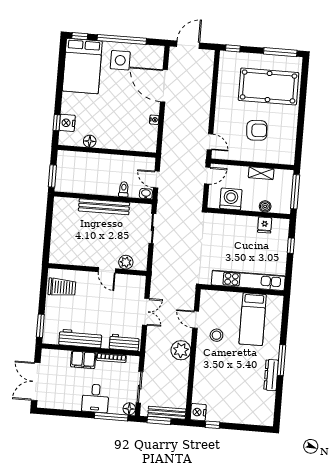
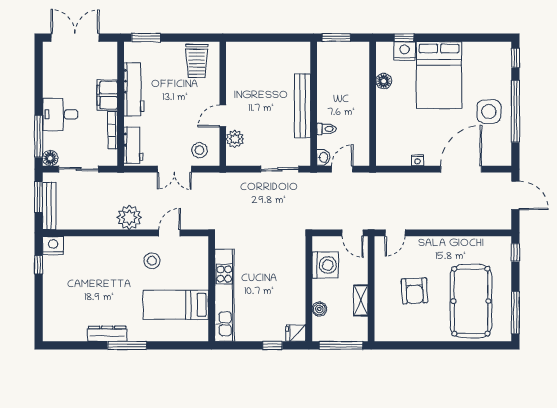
bed: (82, 66) -> (439, 75), moved, turned -90
fridge: (265, 225) -> (296, 333), moved
stool: (132, 291) -> (199, 150), added

